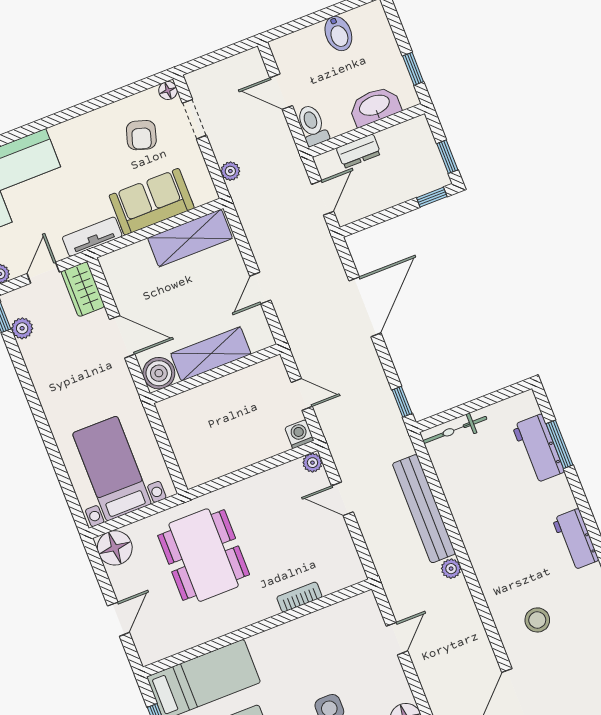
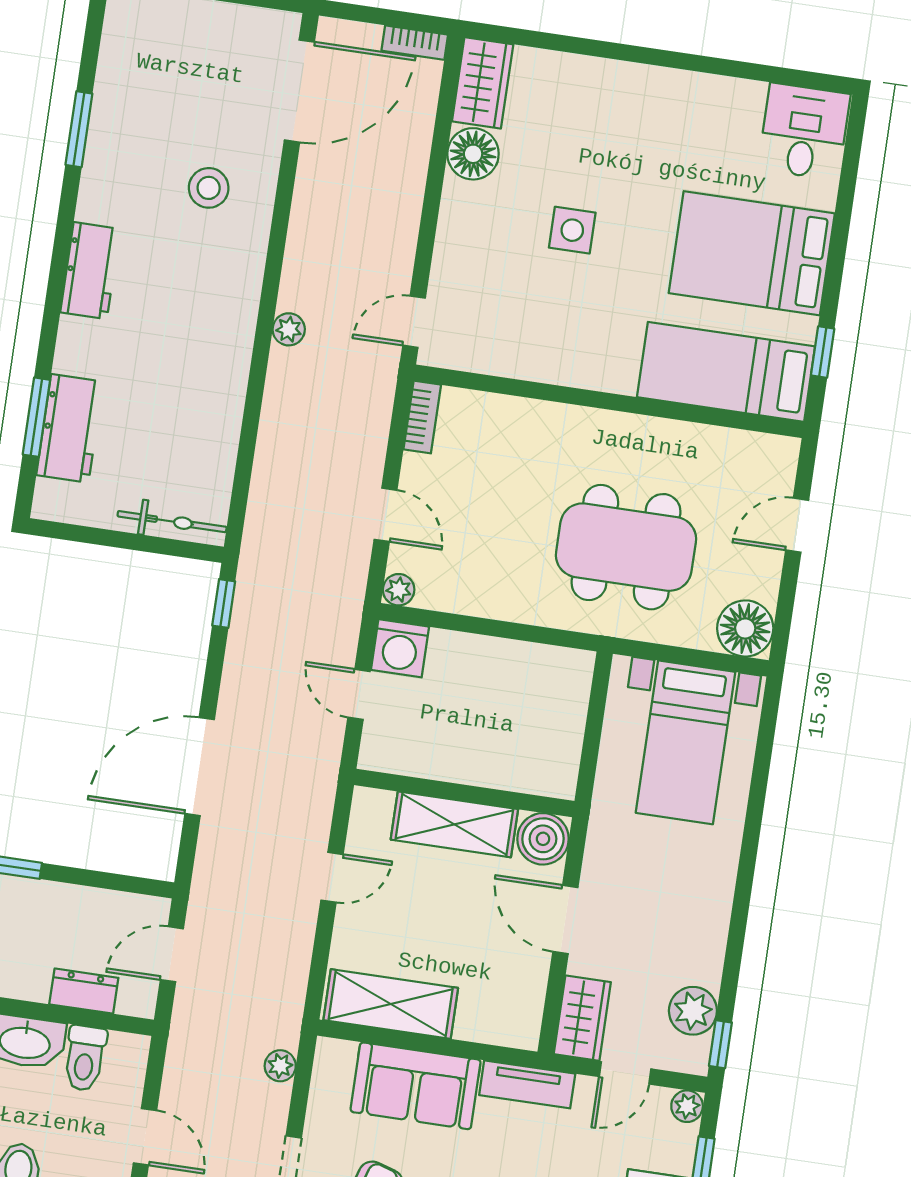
toilet: (312, 125) -> (85, 1058), moved
plant: (22, 328) -> (693, 1011), width x1.38, depth x1.38
washing machine: (299, 434) -> (400, 648), width x1.38, depth x1.38
bench: (424, 509) -> (279, 435), removed
dining table: (204, 555) -> (626, 547), turned 90
bookcase: (299, 597) -> (422, 417), moved, turned -90
door: (397, 639) -> (414, 322), moved

